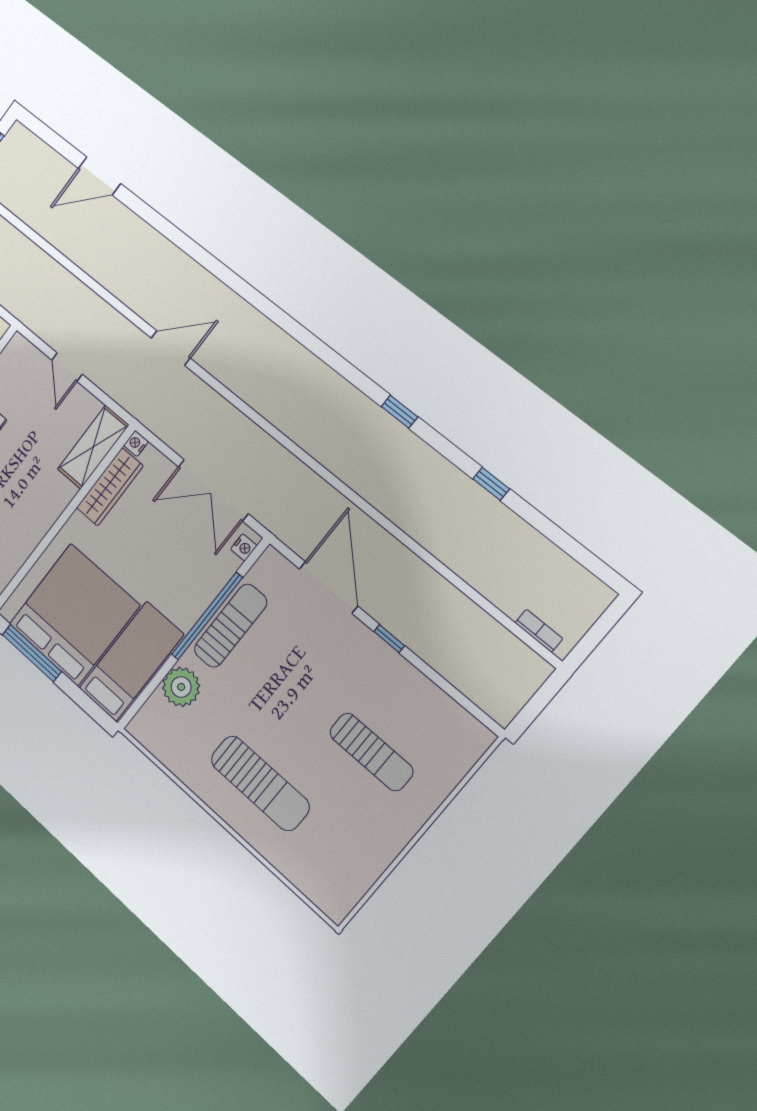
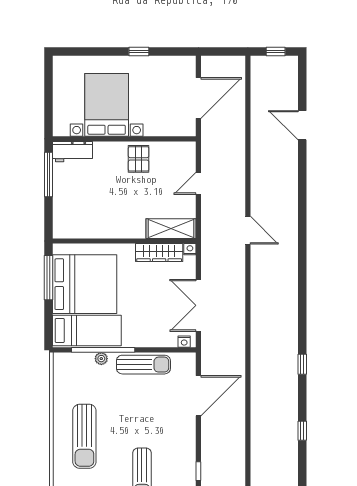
window: (207, 616) -> (103, 350), moved
window: (389, 639) -> (198, 471), moved
plant: (181, 687) -> (101, 359), width x0.53, depth x0.53

